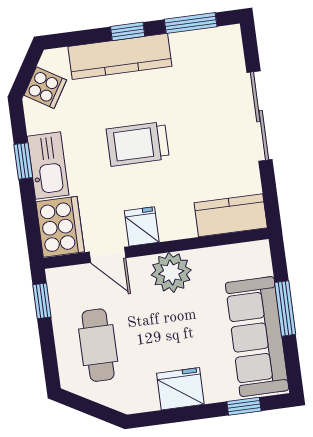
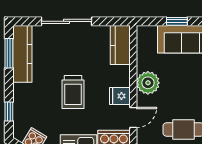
window: (128, 31) -> (9, 111), moved
kitchen counter: (120, 56) -> (22, 54), moved
window: (285, 308) -> (177, 21), width x0.67

